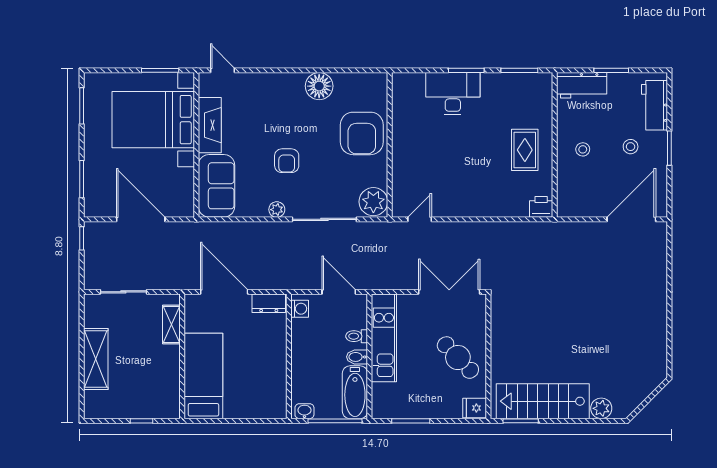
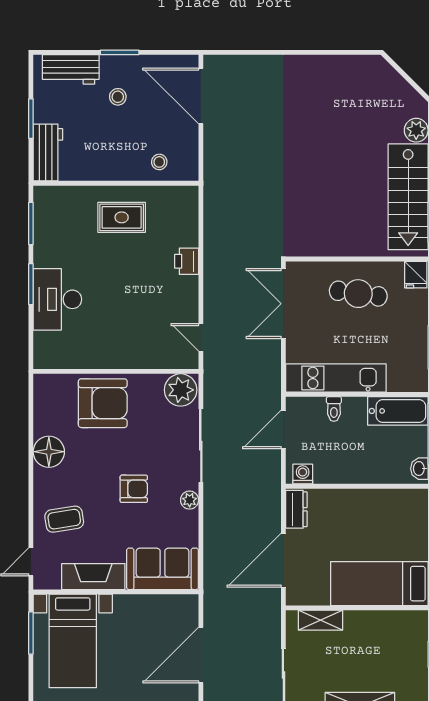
coffee table: (260, 100) -> (64, 519), added
bed with nightstands: (153, 120) -> (73, 641), width x0.73
stool: (583, 149) -> (159, 162), moved
printer: (541, 207) -> (187, 261), moved
bidet: (357, 357) -> (358, 409), removed
cafe table: (458, 358) -> (358, 294), turned 52

